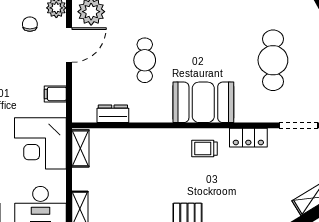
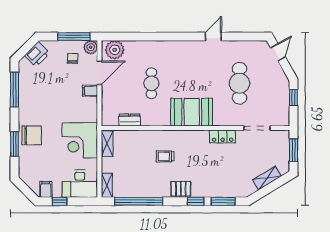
filing cabinet: (55, 94) -> (90, 91), moved
trolley: (204, 149) -> (165, 156), moved

